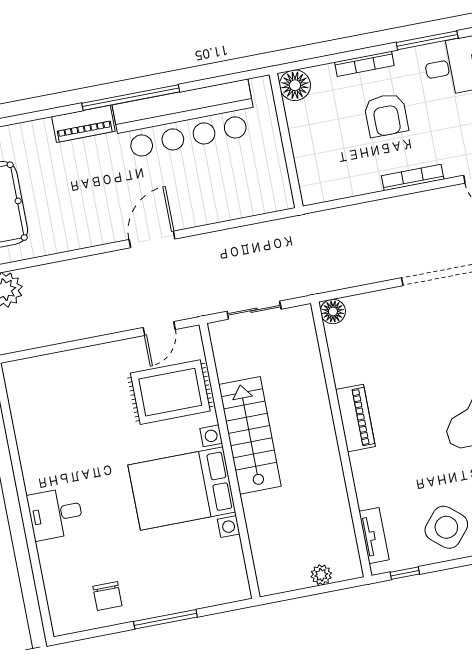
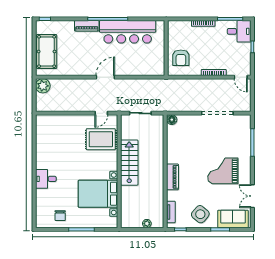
floor lamp: (295, 85) -> (174, 27), removed
armchair: (386, 115) -> (181, 58), moved
piano: (355, 418) -> (172, 177), moved
bed with nightstands: (182, 489) -> (98, 194), moved

